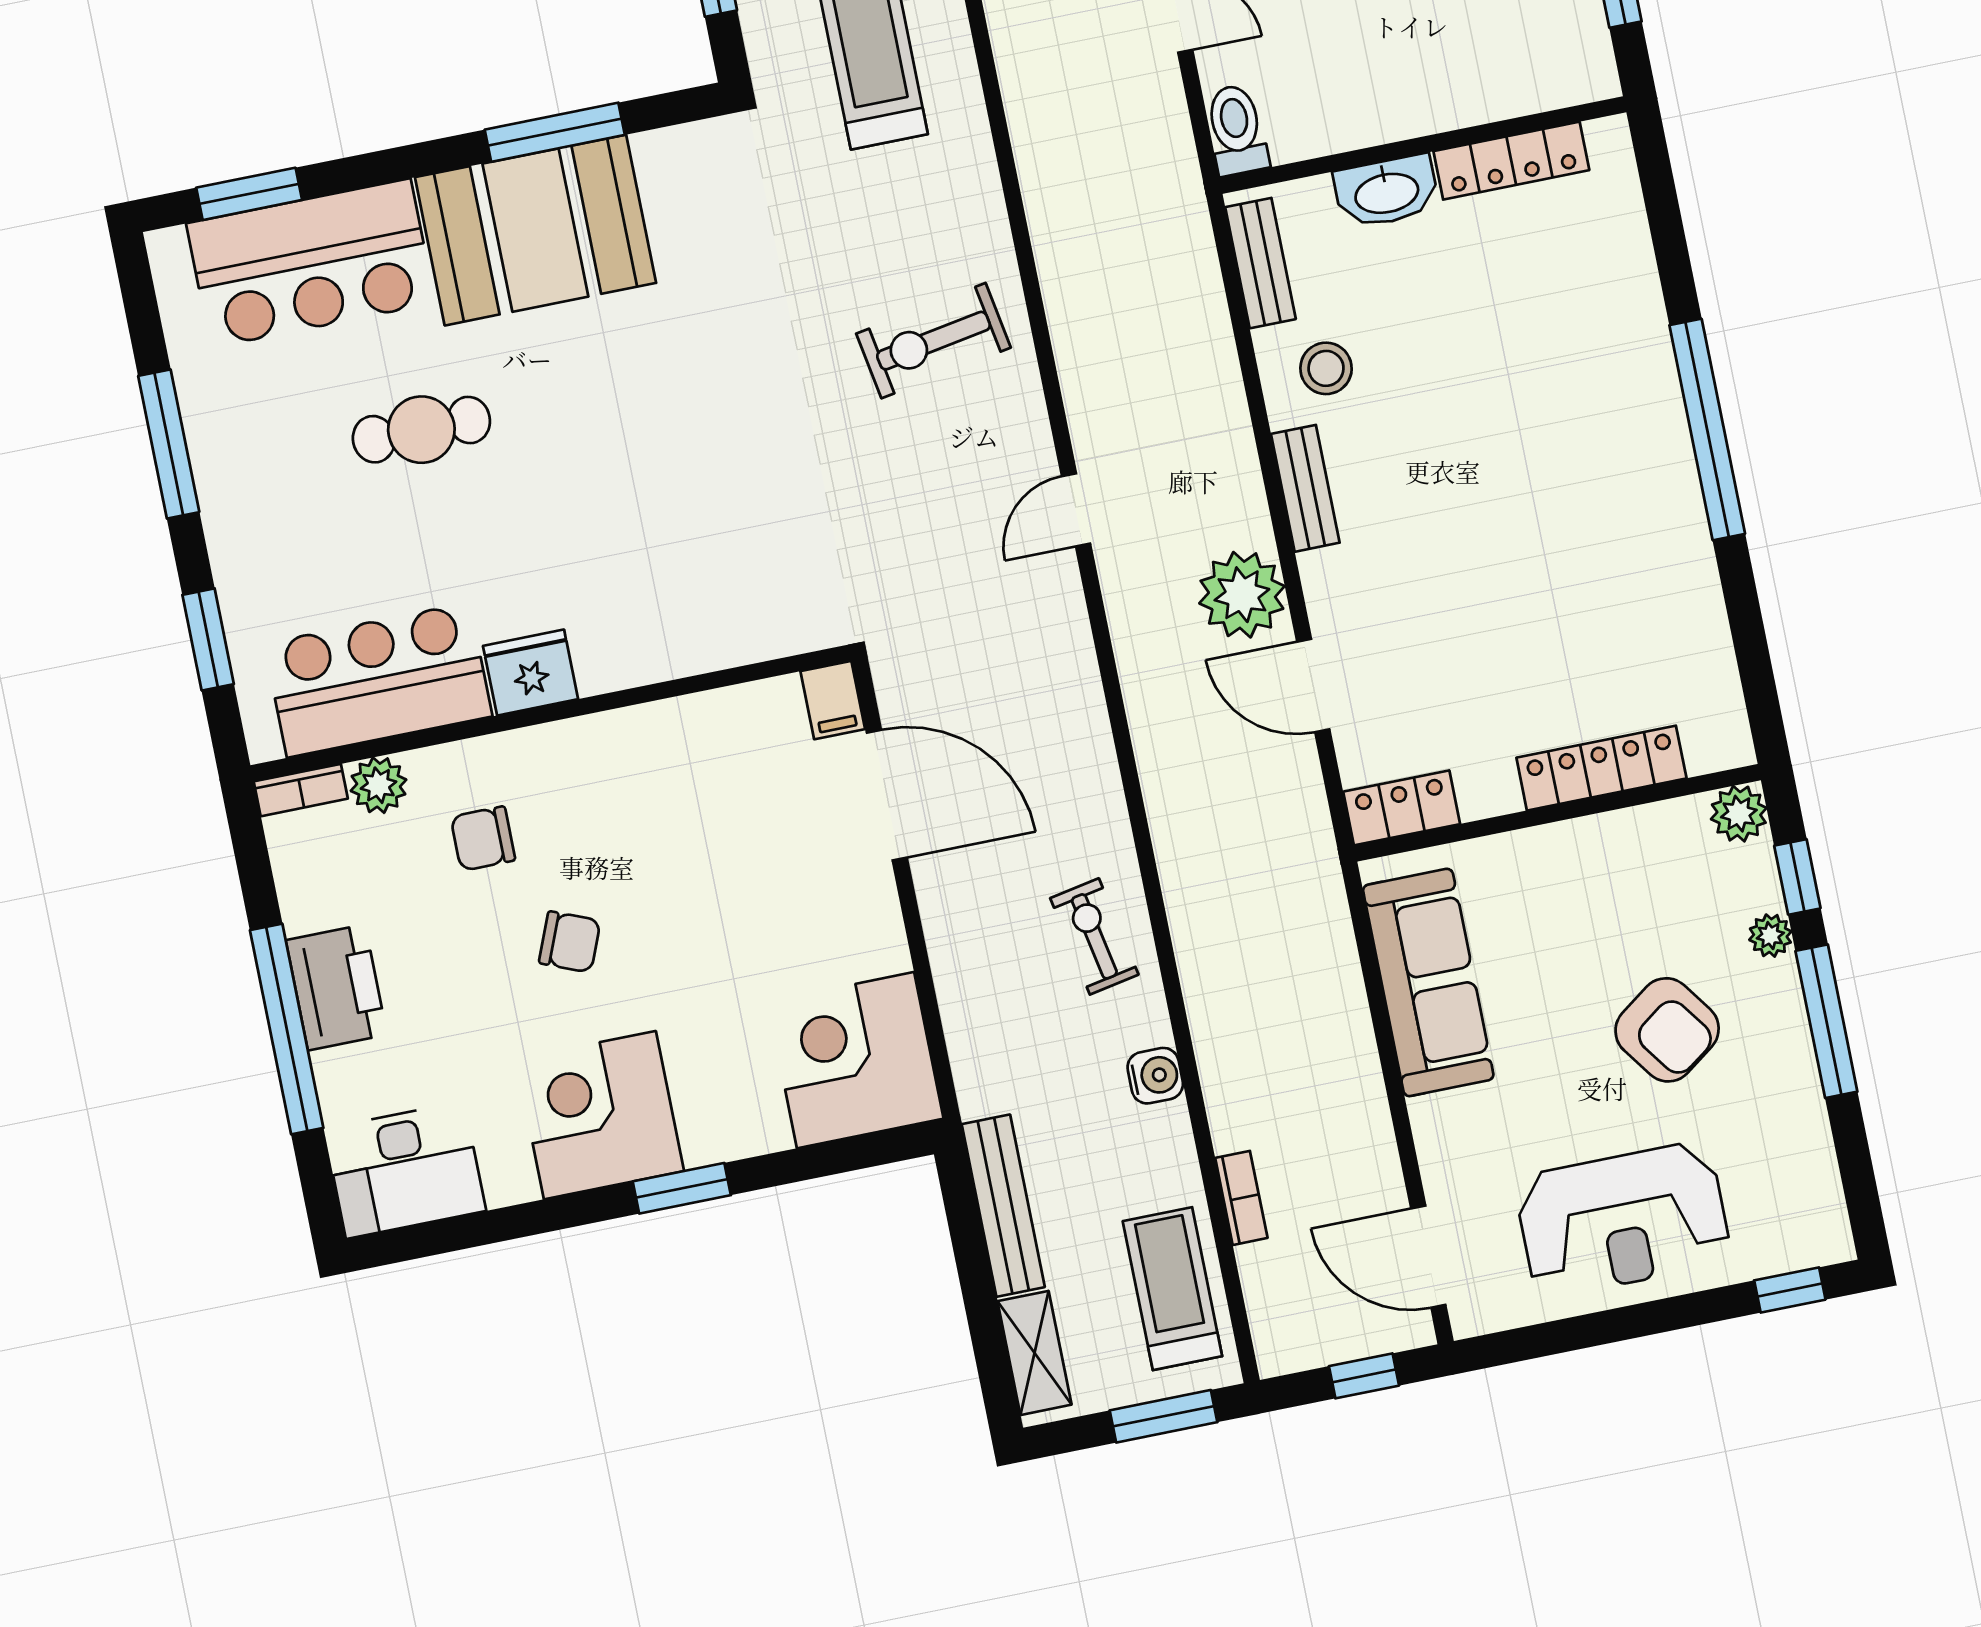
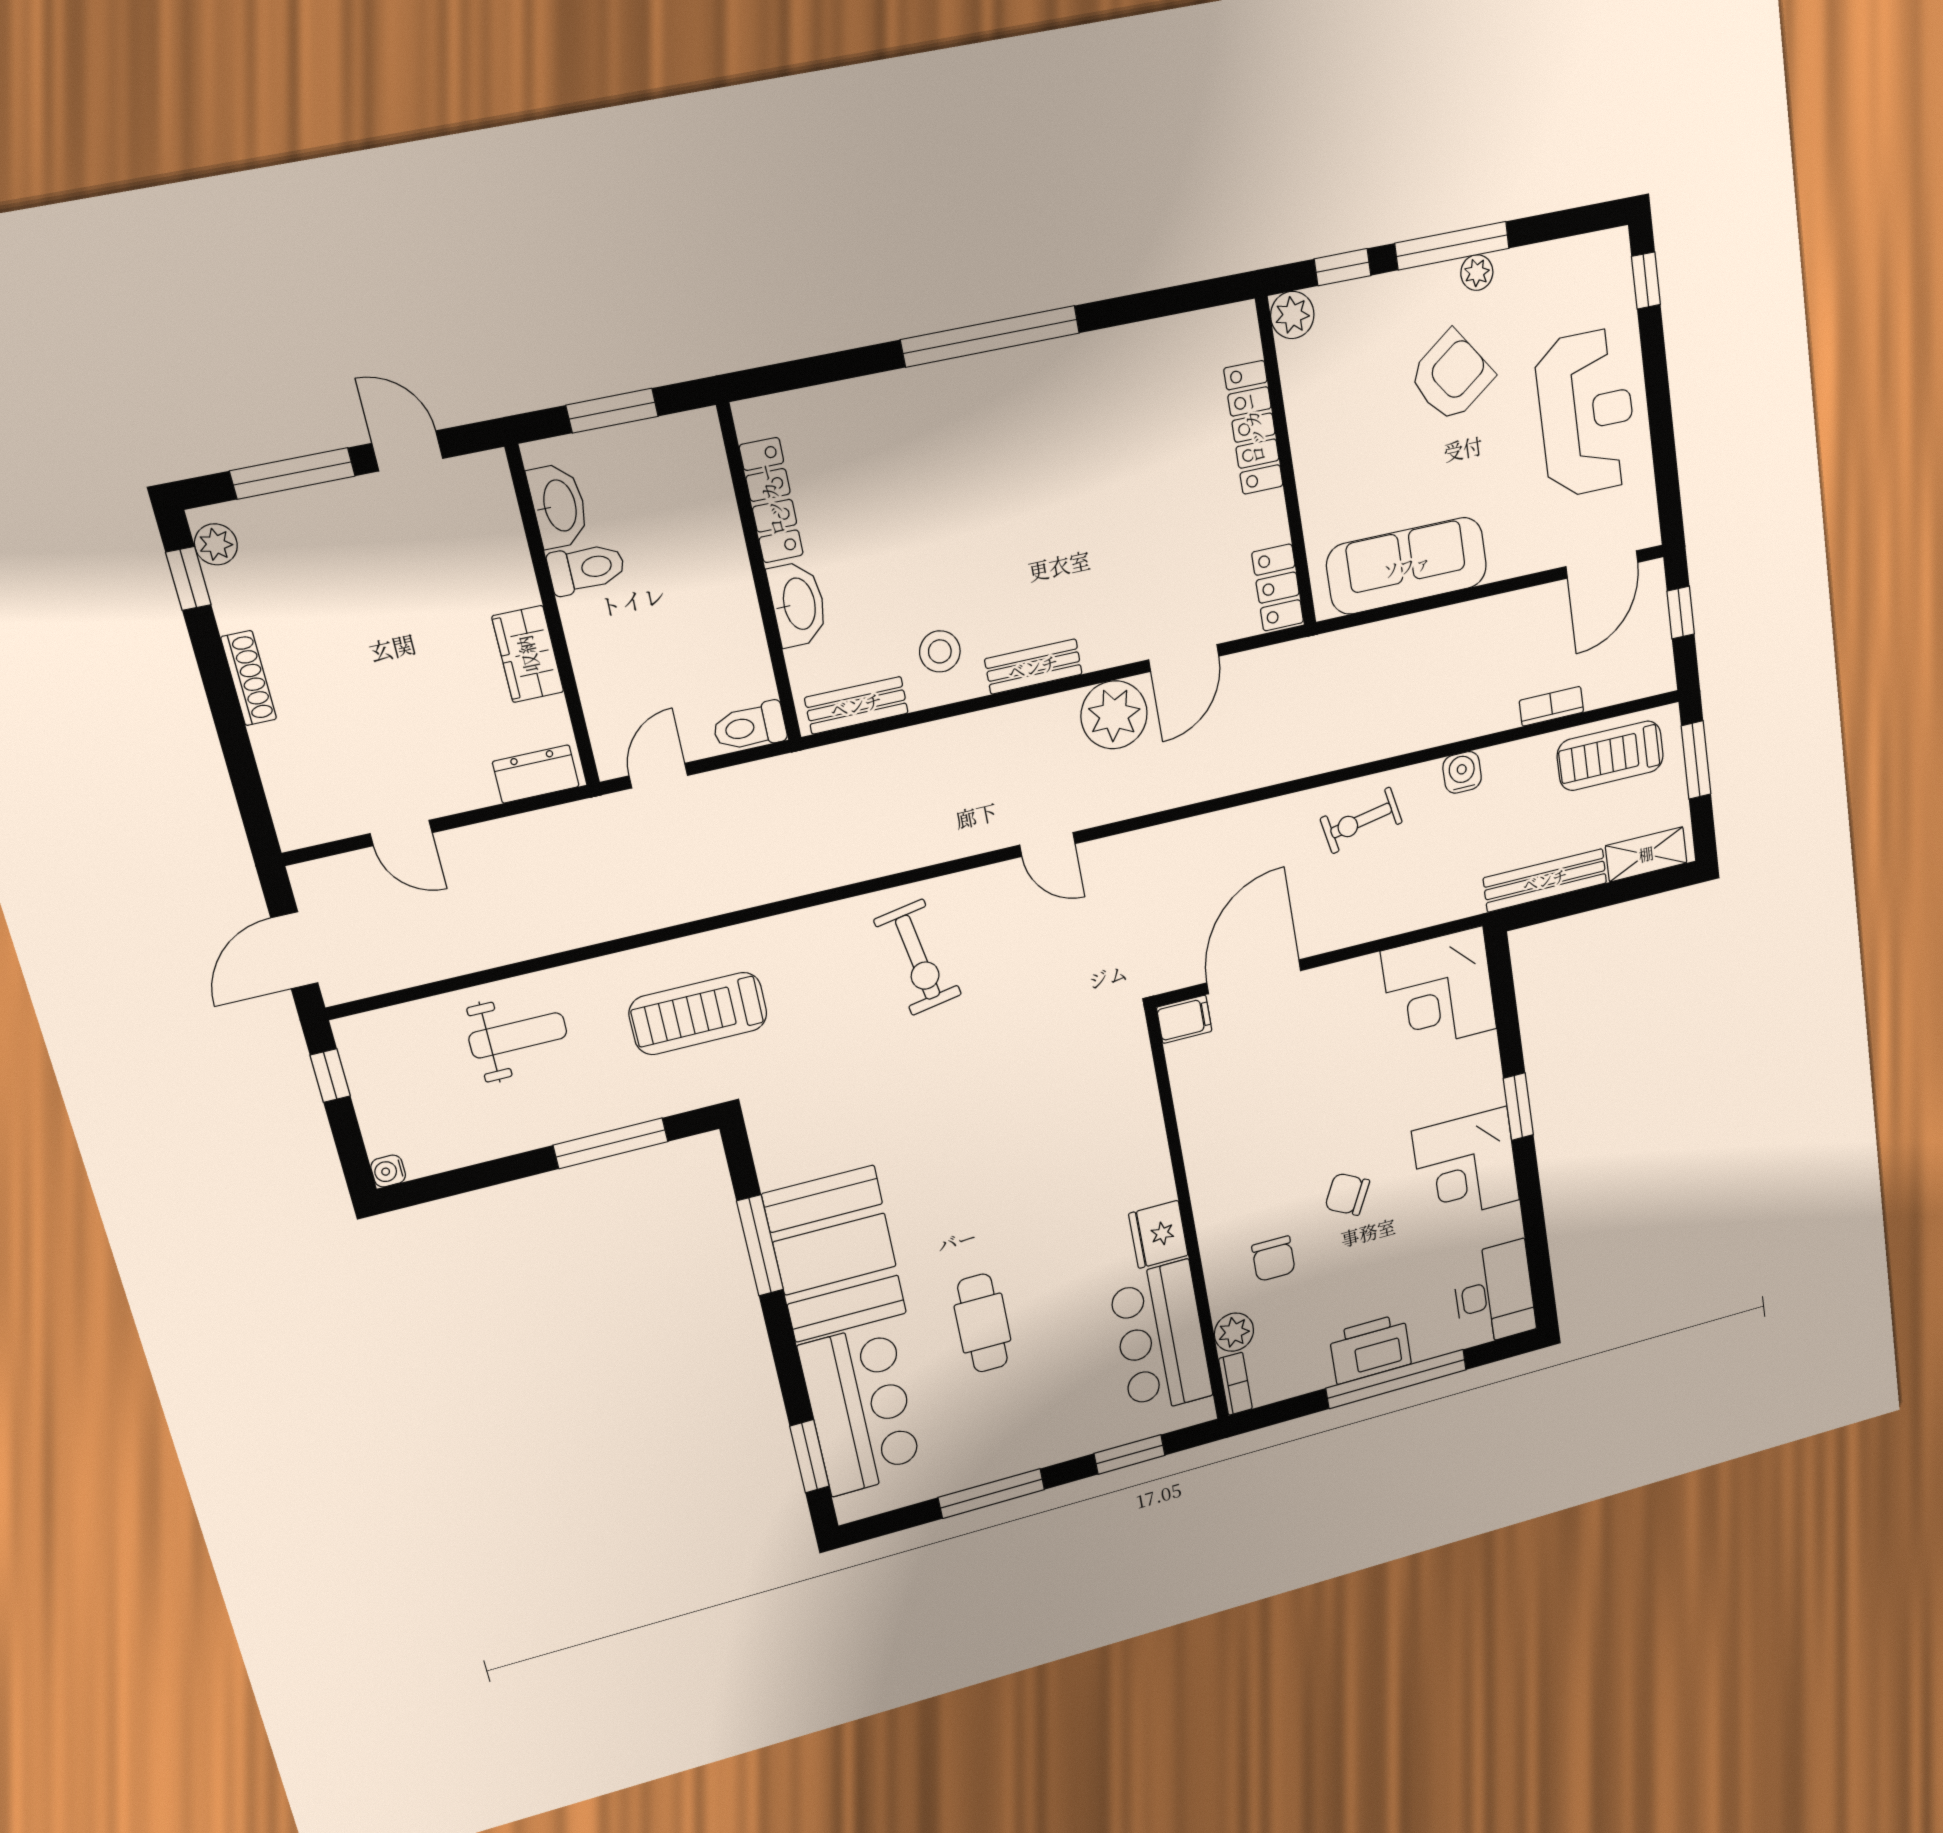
plant: (1770, 936) -> (1477, 273), moved
chair: (570, 942) -> (1347, 1194), turned -85

